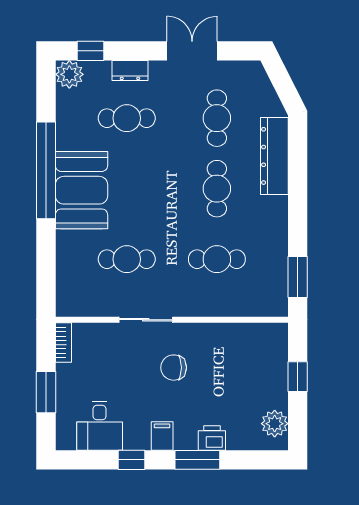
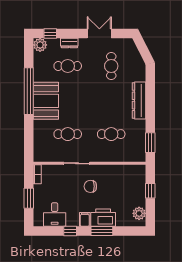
dresser: (274, 156) -> (139, 100), moved
cafe table: (217, 189) -> (111, 100), removed
printer: (212, 438) -> (103, 218), width x1.87, depth x1.48

